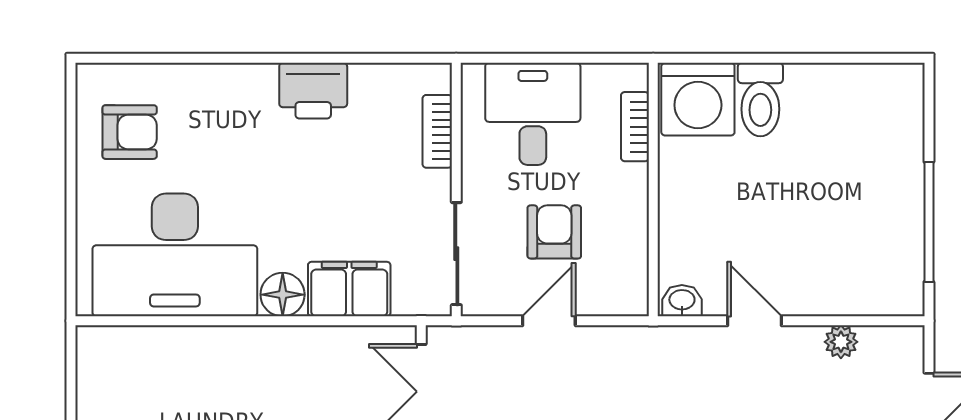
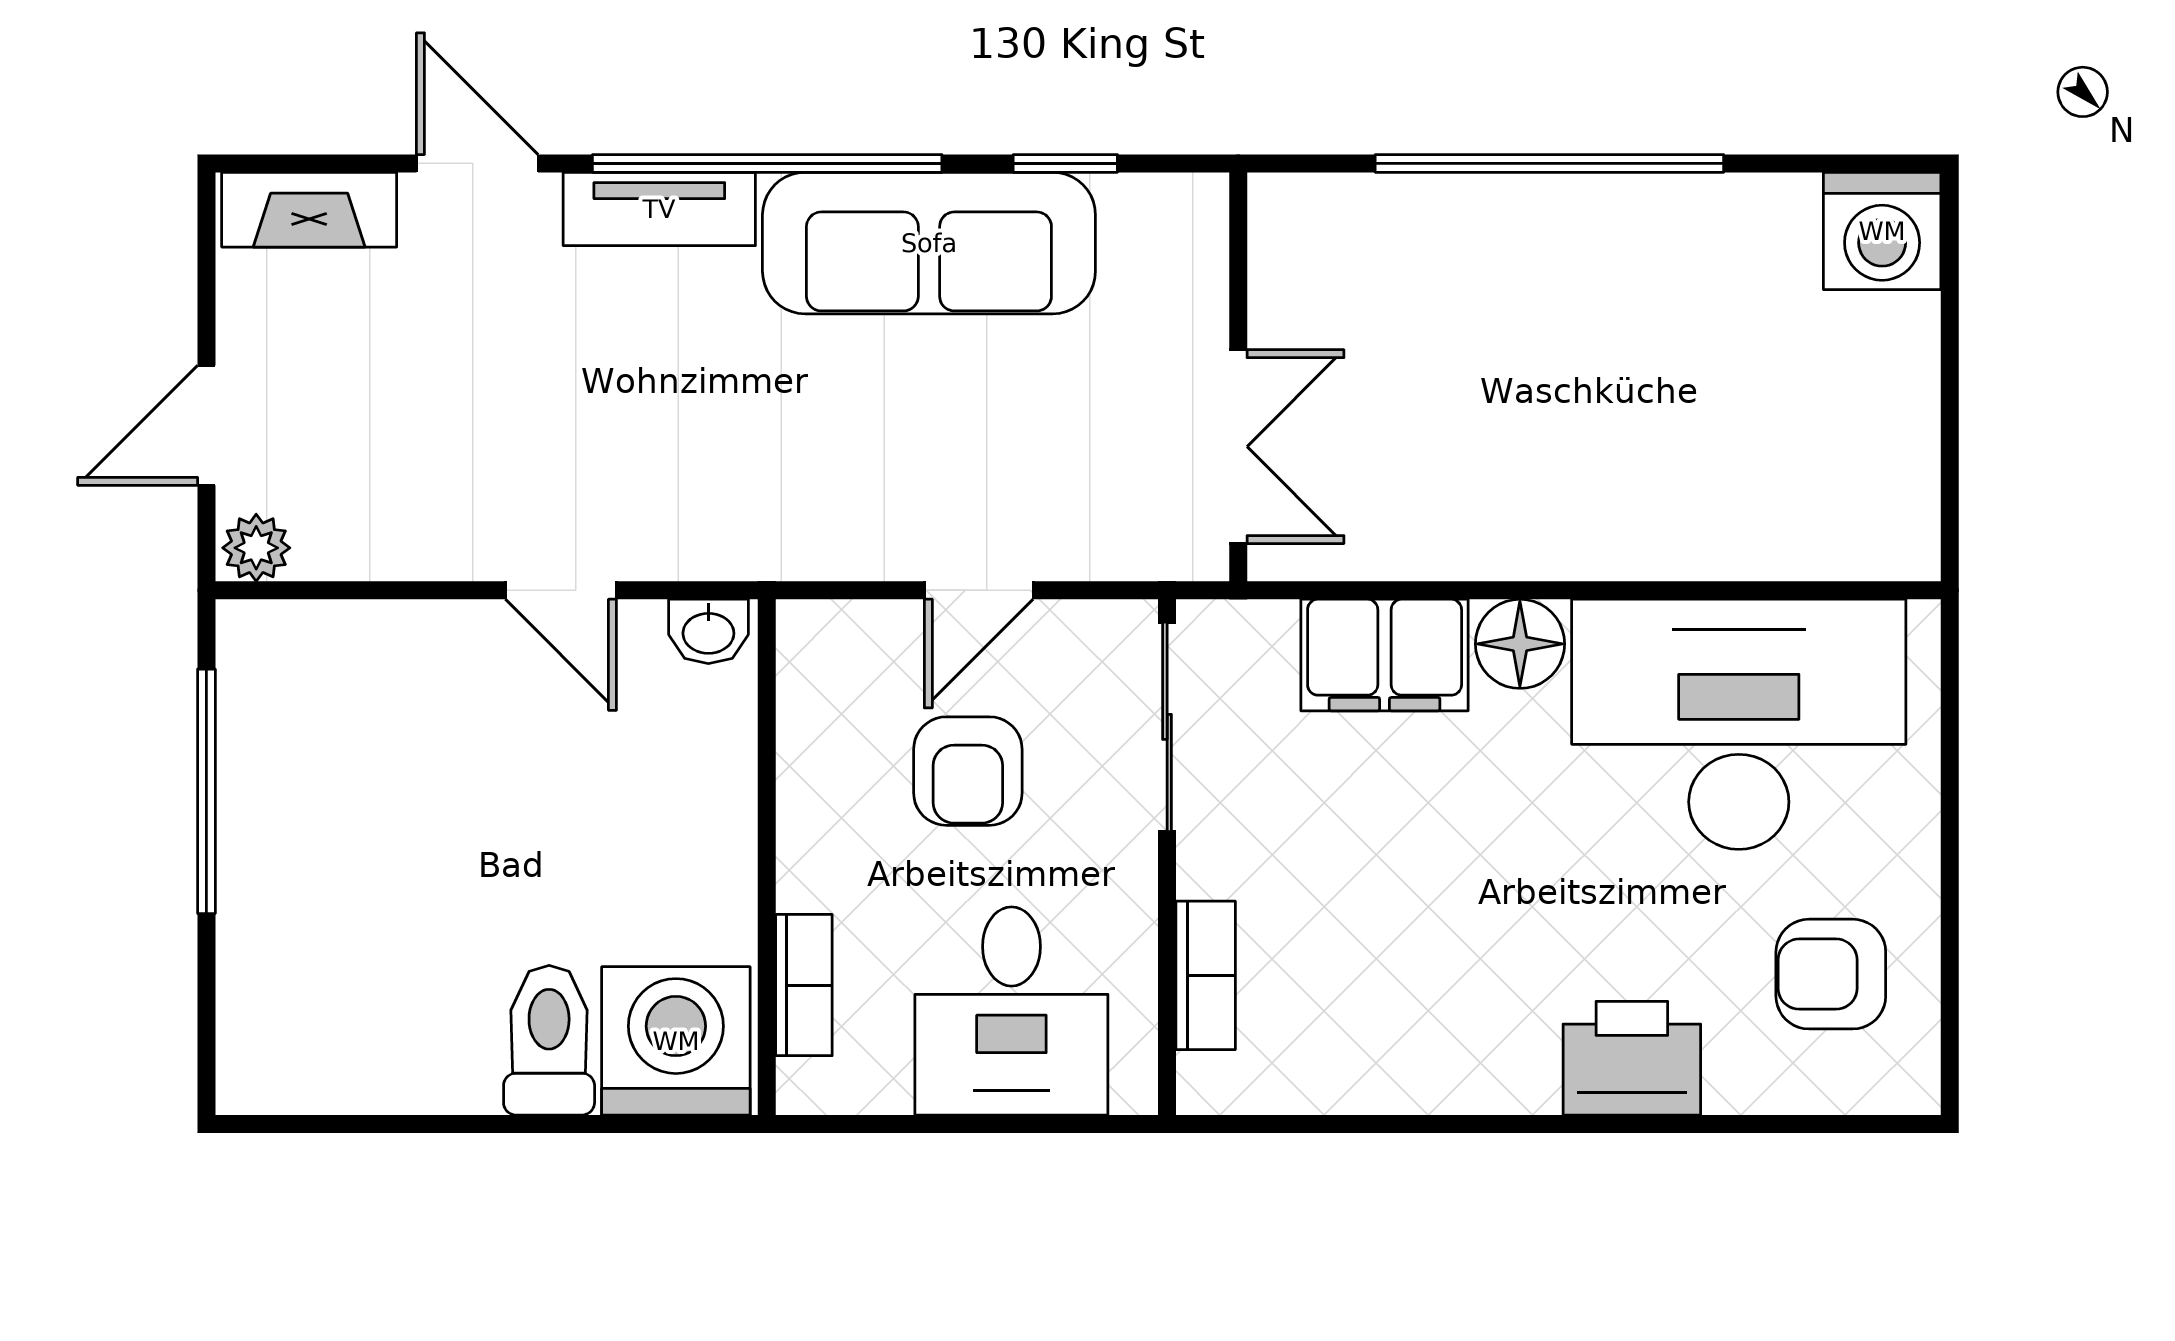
printer: (313, 91) -> (1632, 1058), moved
plant: (841, 342) -> (256, 548), moved

